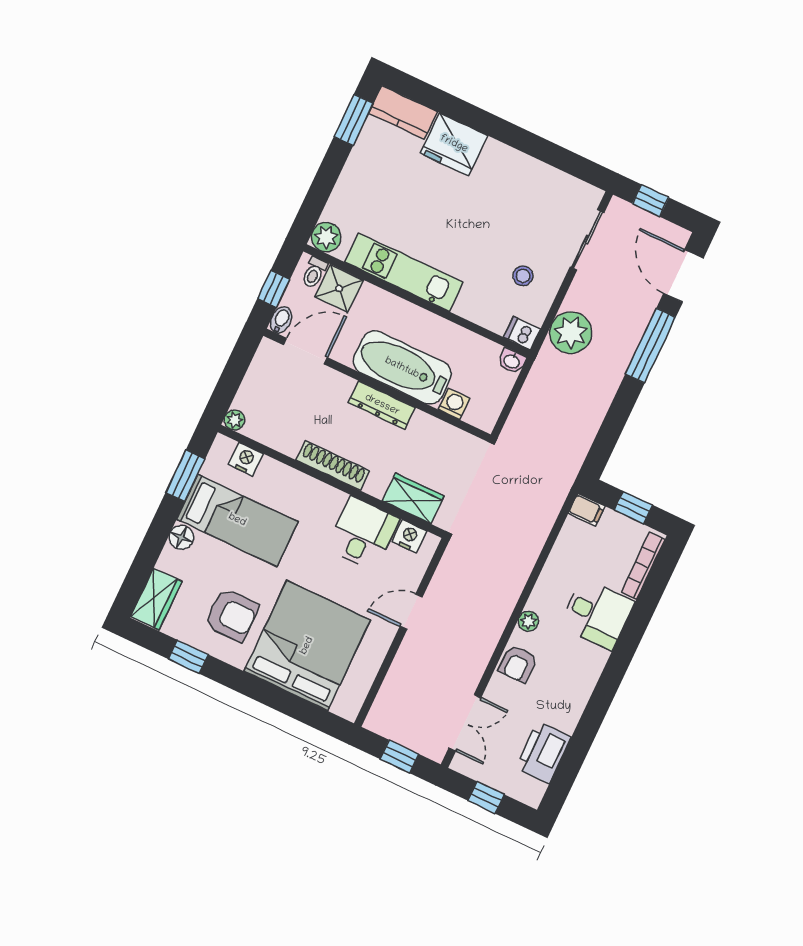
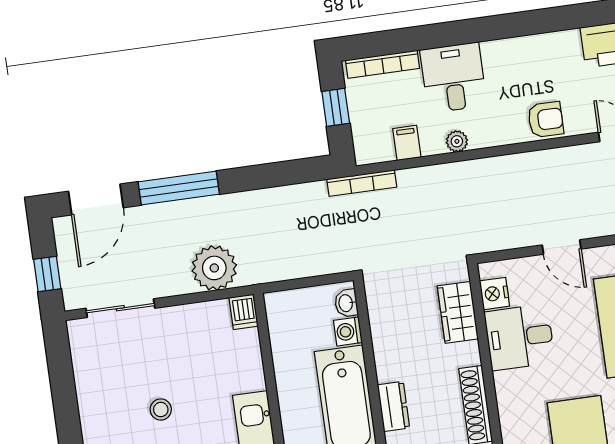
stool: (523, 276) -> (161, 410), moved
washbasin: (512, 361) -> (346, 303), moved, turned 180
dresser: (382, 405) -> (393, 406), width x0.70
bookcase: (562, 490) -> (362, 183), added
filing cabinet: (587, 510) -> (407, 143), moved
plant: (528, 621) -> (457, 141), moved

